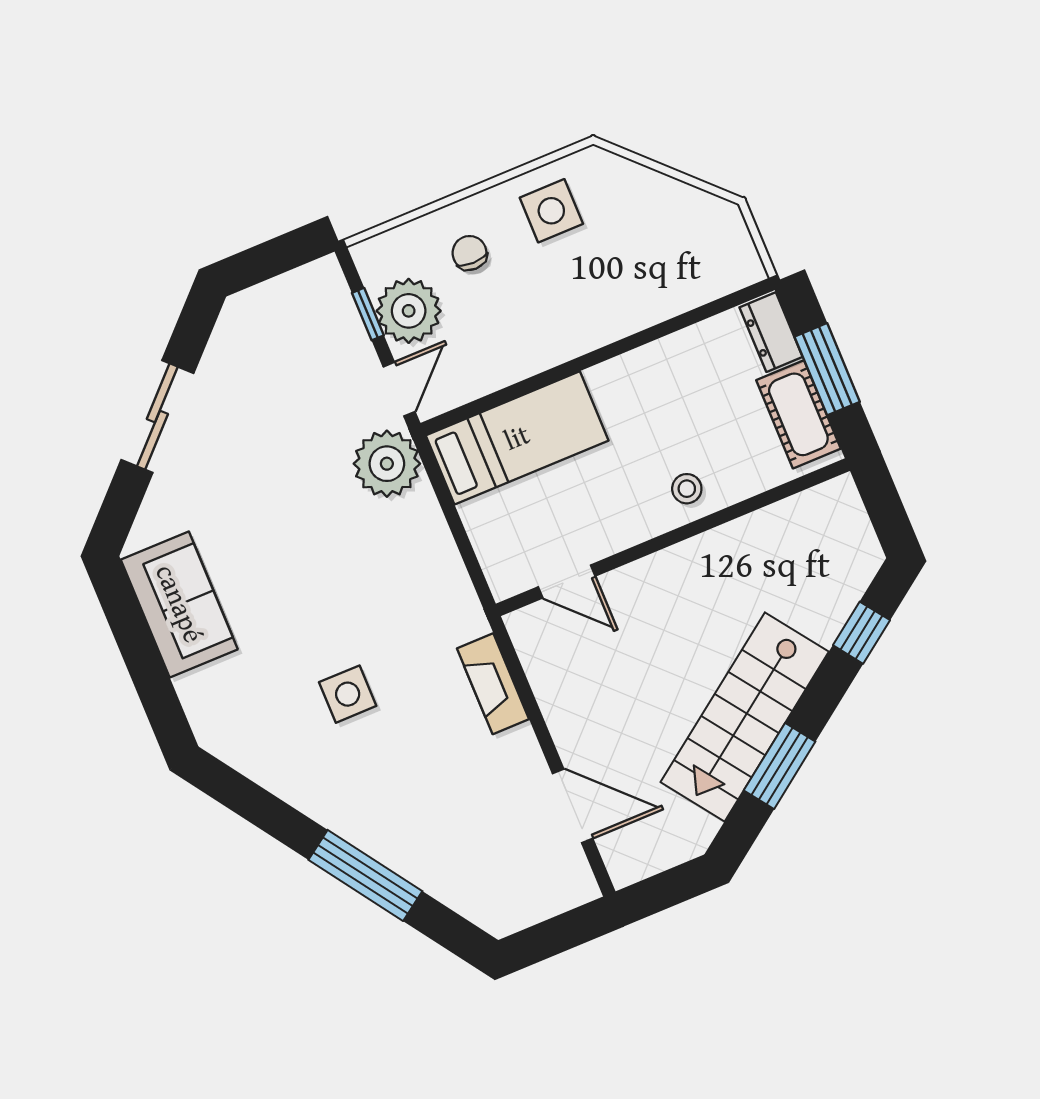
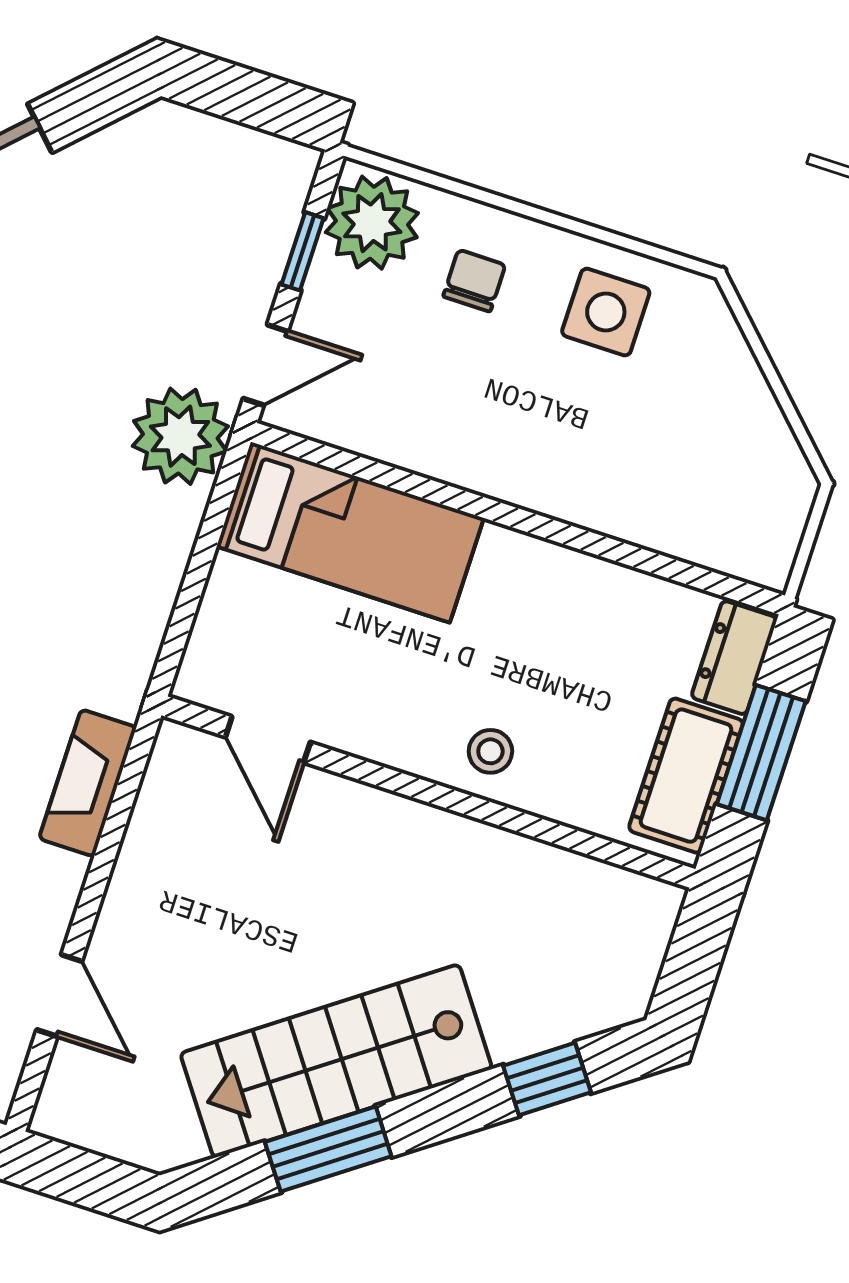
plant: (409, 311) -> (372, 223), moved
door: (573, 806) -> (59, 995), width x0.73

